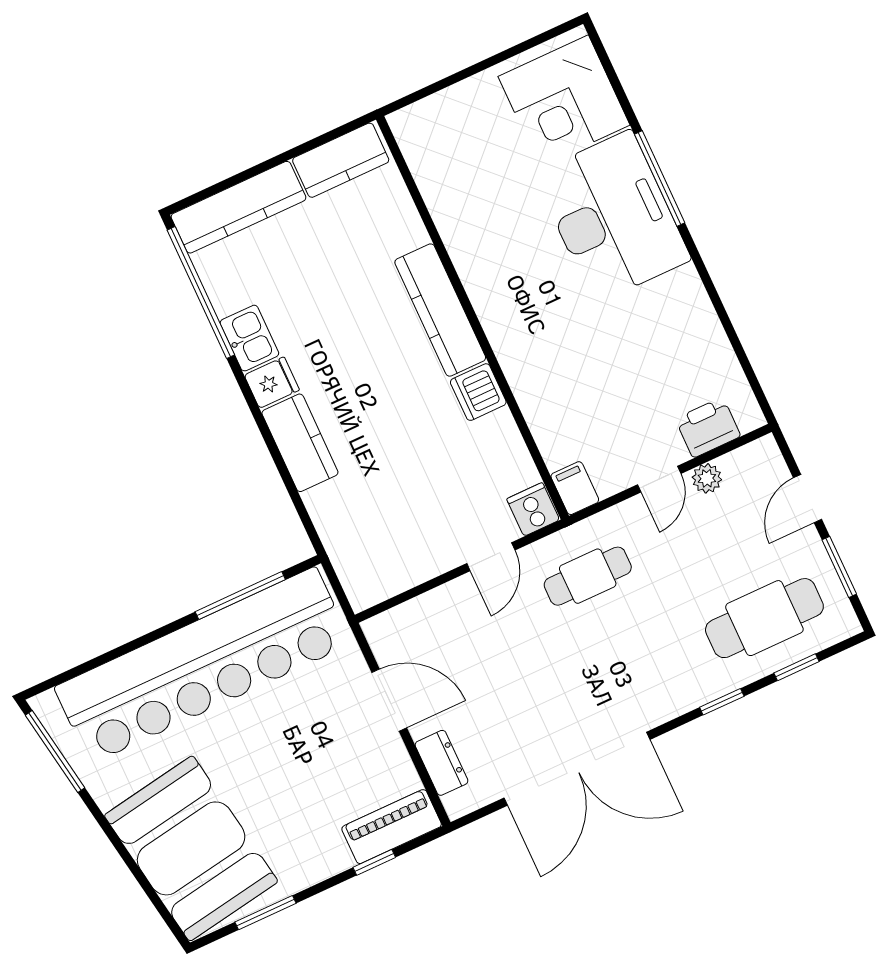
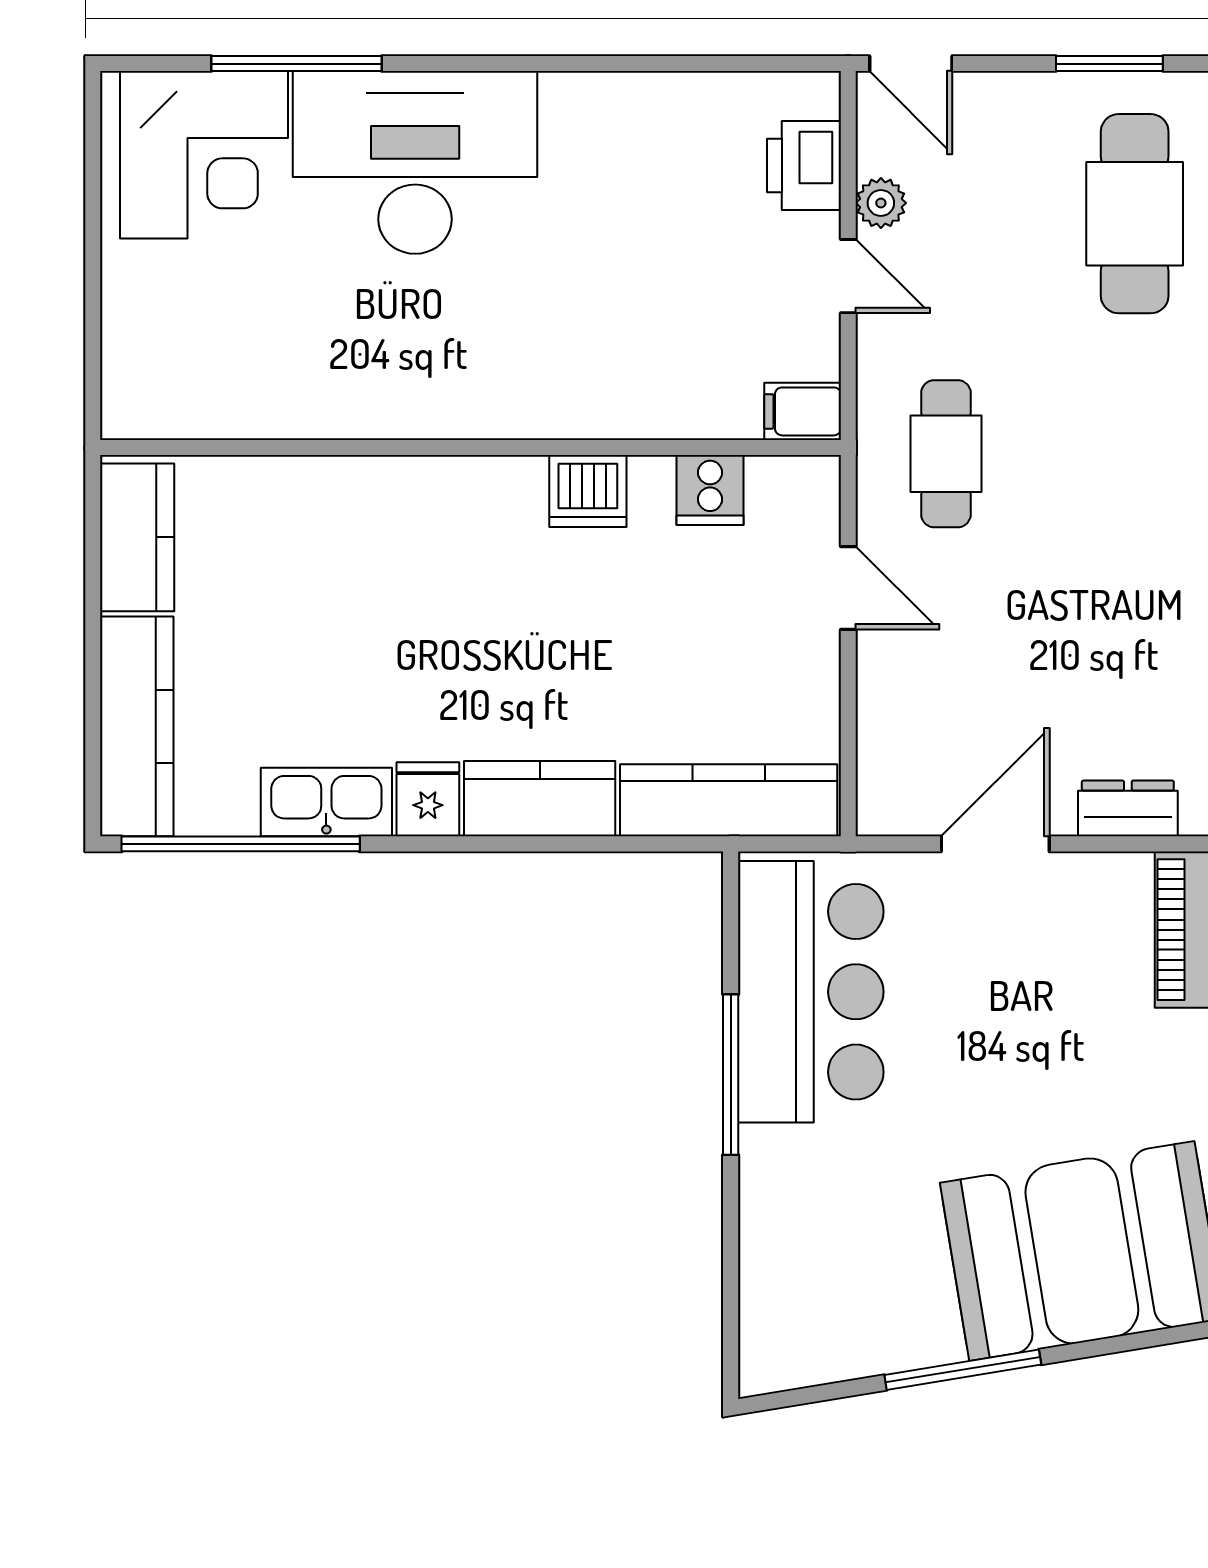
window: (660, 179) -> (297, 64), moved
kitchen counter: (440, 310) -> (729, 800), moved, turned 180
kitchen sink: (249, 338) -> (326, 802), width x1.38
door: (808, 499) -> (911, 64), moved
cooker: (533, 509) -> (710, 490), moved, turned -90
window: (240, 596) -> (731, 1075), moved
bar counter: (203, 665) -> (811, 992), width x0.54
window: (55, 752) -> (963, 1370), moved

